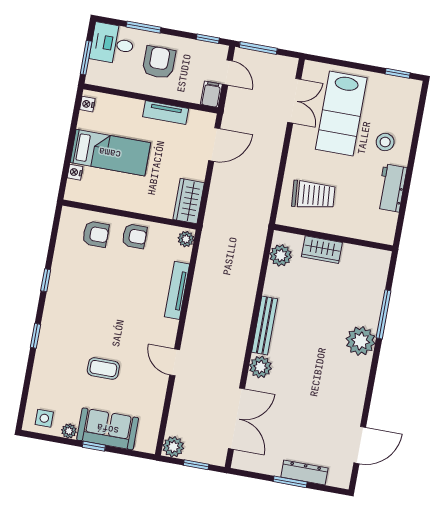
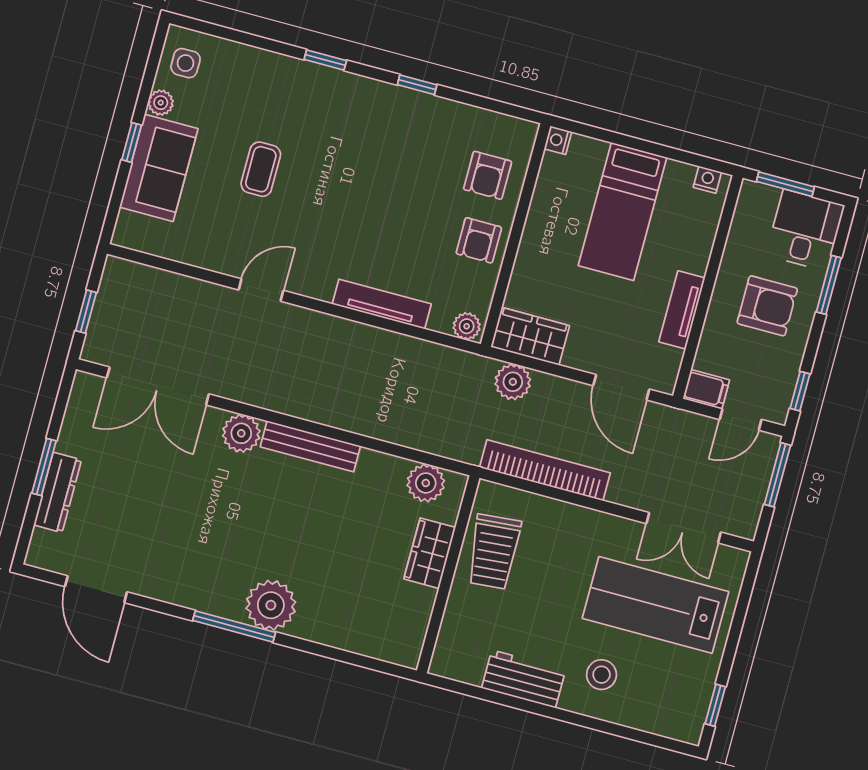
nightstand: (75, 172) -> (558, 140), moved, turned -90
bookcase: (267, 186) -> (545, 470), added
trolley: (313, 195) -> (494, 552), moved
window: (384, 314) -> (234, 626), moved
plant: (173, 447) -> (513, 382), moved

